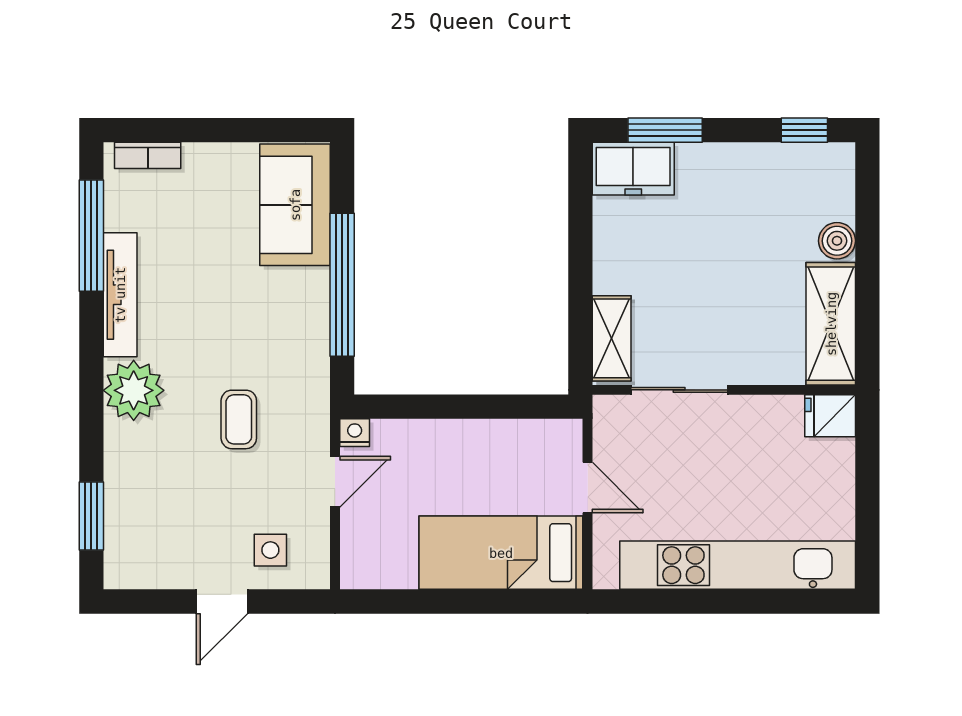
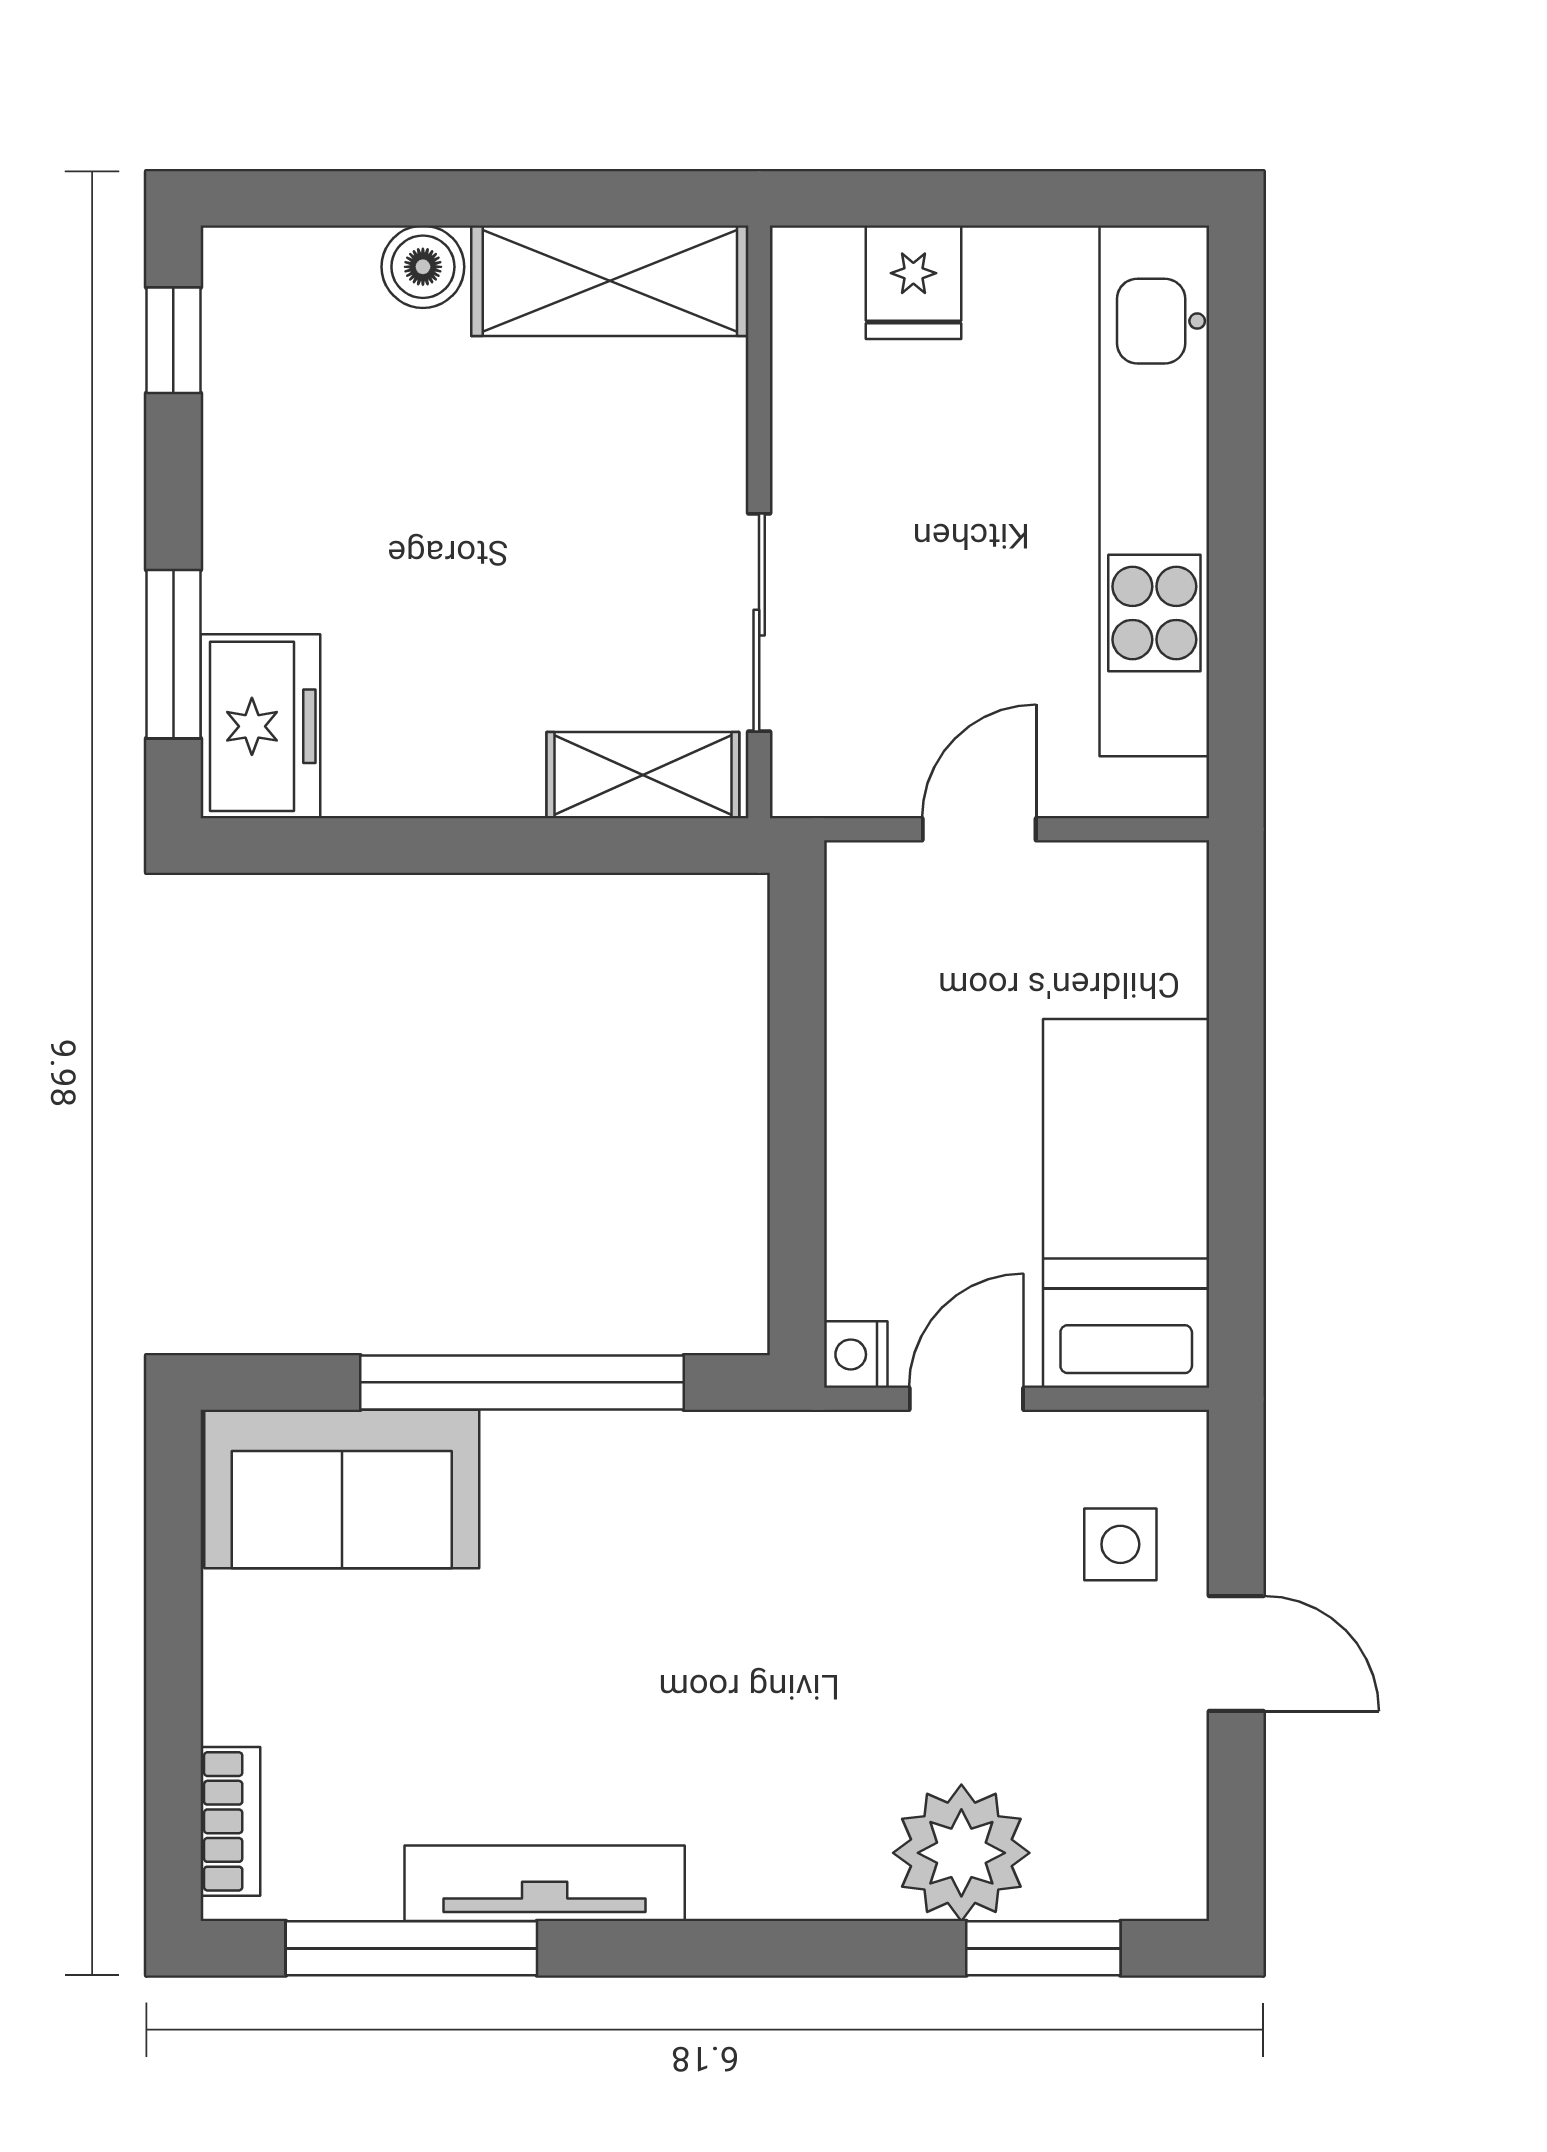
plant: (134, 390) -> (961, 1853), moved
fridge: (830, 416) -> (913, 282), moved
coffee table: (239, 419) -> (826, 1616), removed
door: (335, 482) -> (966, 1399), hinge flipped
bed: (501, 553) -> (1126, 1203), moved, turned 180

